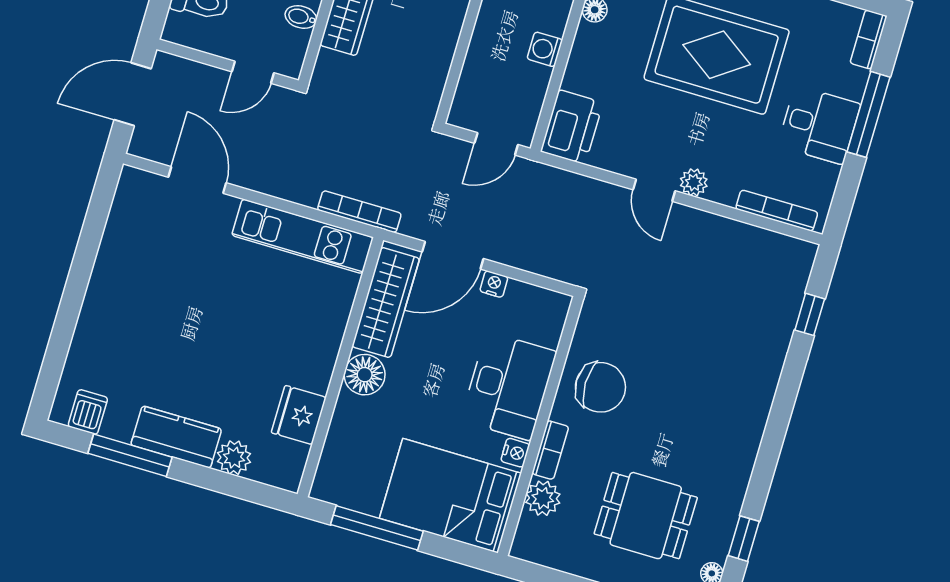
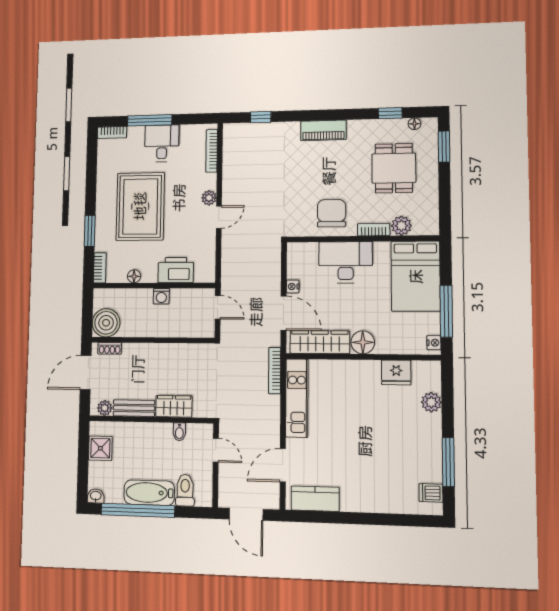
printer: (572, 127) -> (176, 270), moved
piano: (750, 416) -> (323, 130), added
kitchen counter: (176, 437) -> (315, 499), moved, turned 90
nightstand: (515, 453) -> (434, 343), moved, turned 90

